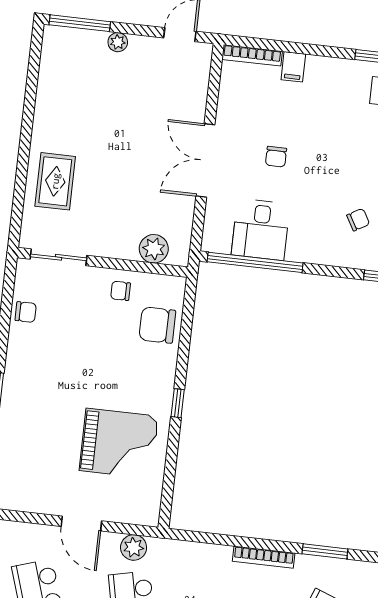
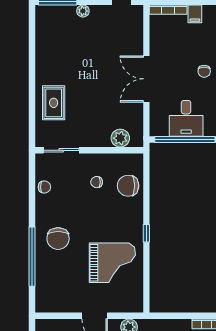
chair: (276, 157) -> (204, 71), moved
chair: (121, 291) -> (97, 182), moved
chair: (38, 396) -> (58, 239), added

